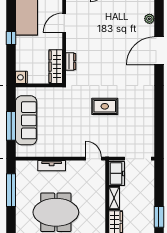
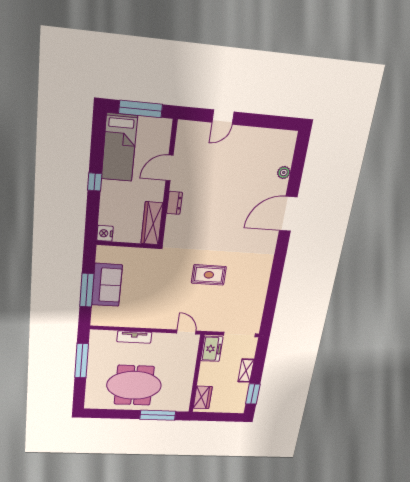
dresser: (71, 61) -> (174, 203), moved
sofa: (26, 120) -> (107, 285), width x0.73
shelving: (114, 198) -> (246, 371), moved

